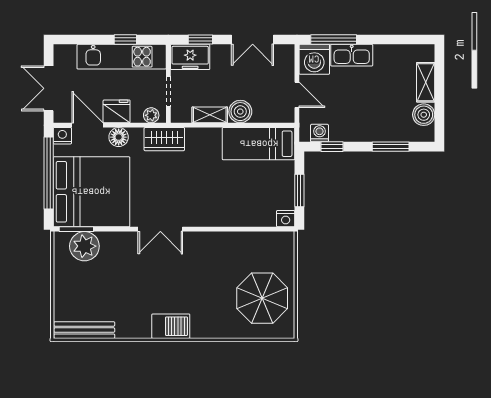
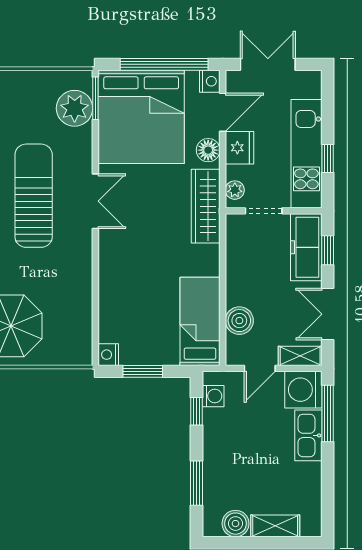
freezer: (190, 57) -> (306, 247), width x1.40
boiler: (240, 112) -> (239, 321), moved
shelving: (210, 115) -> (300, 356), moved, turned 90
wardrobe: (164, 139) -> (206, 206), width x1.50
double door: (160, 229) -> (95, 201), swing flipped
sun lounger: (156, 280) -> (34, 196), added

